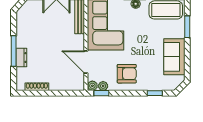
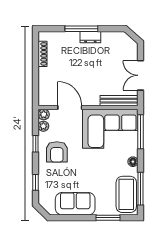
dresser: (21, 58) -> (90, 37), moved
door: (86, 62) -> (70, 107), hinge flipped
window: (101, 93) -> (36, 144), moved

